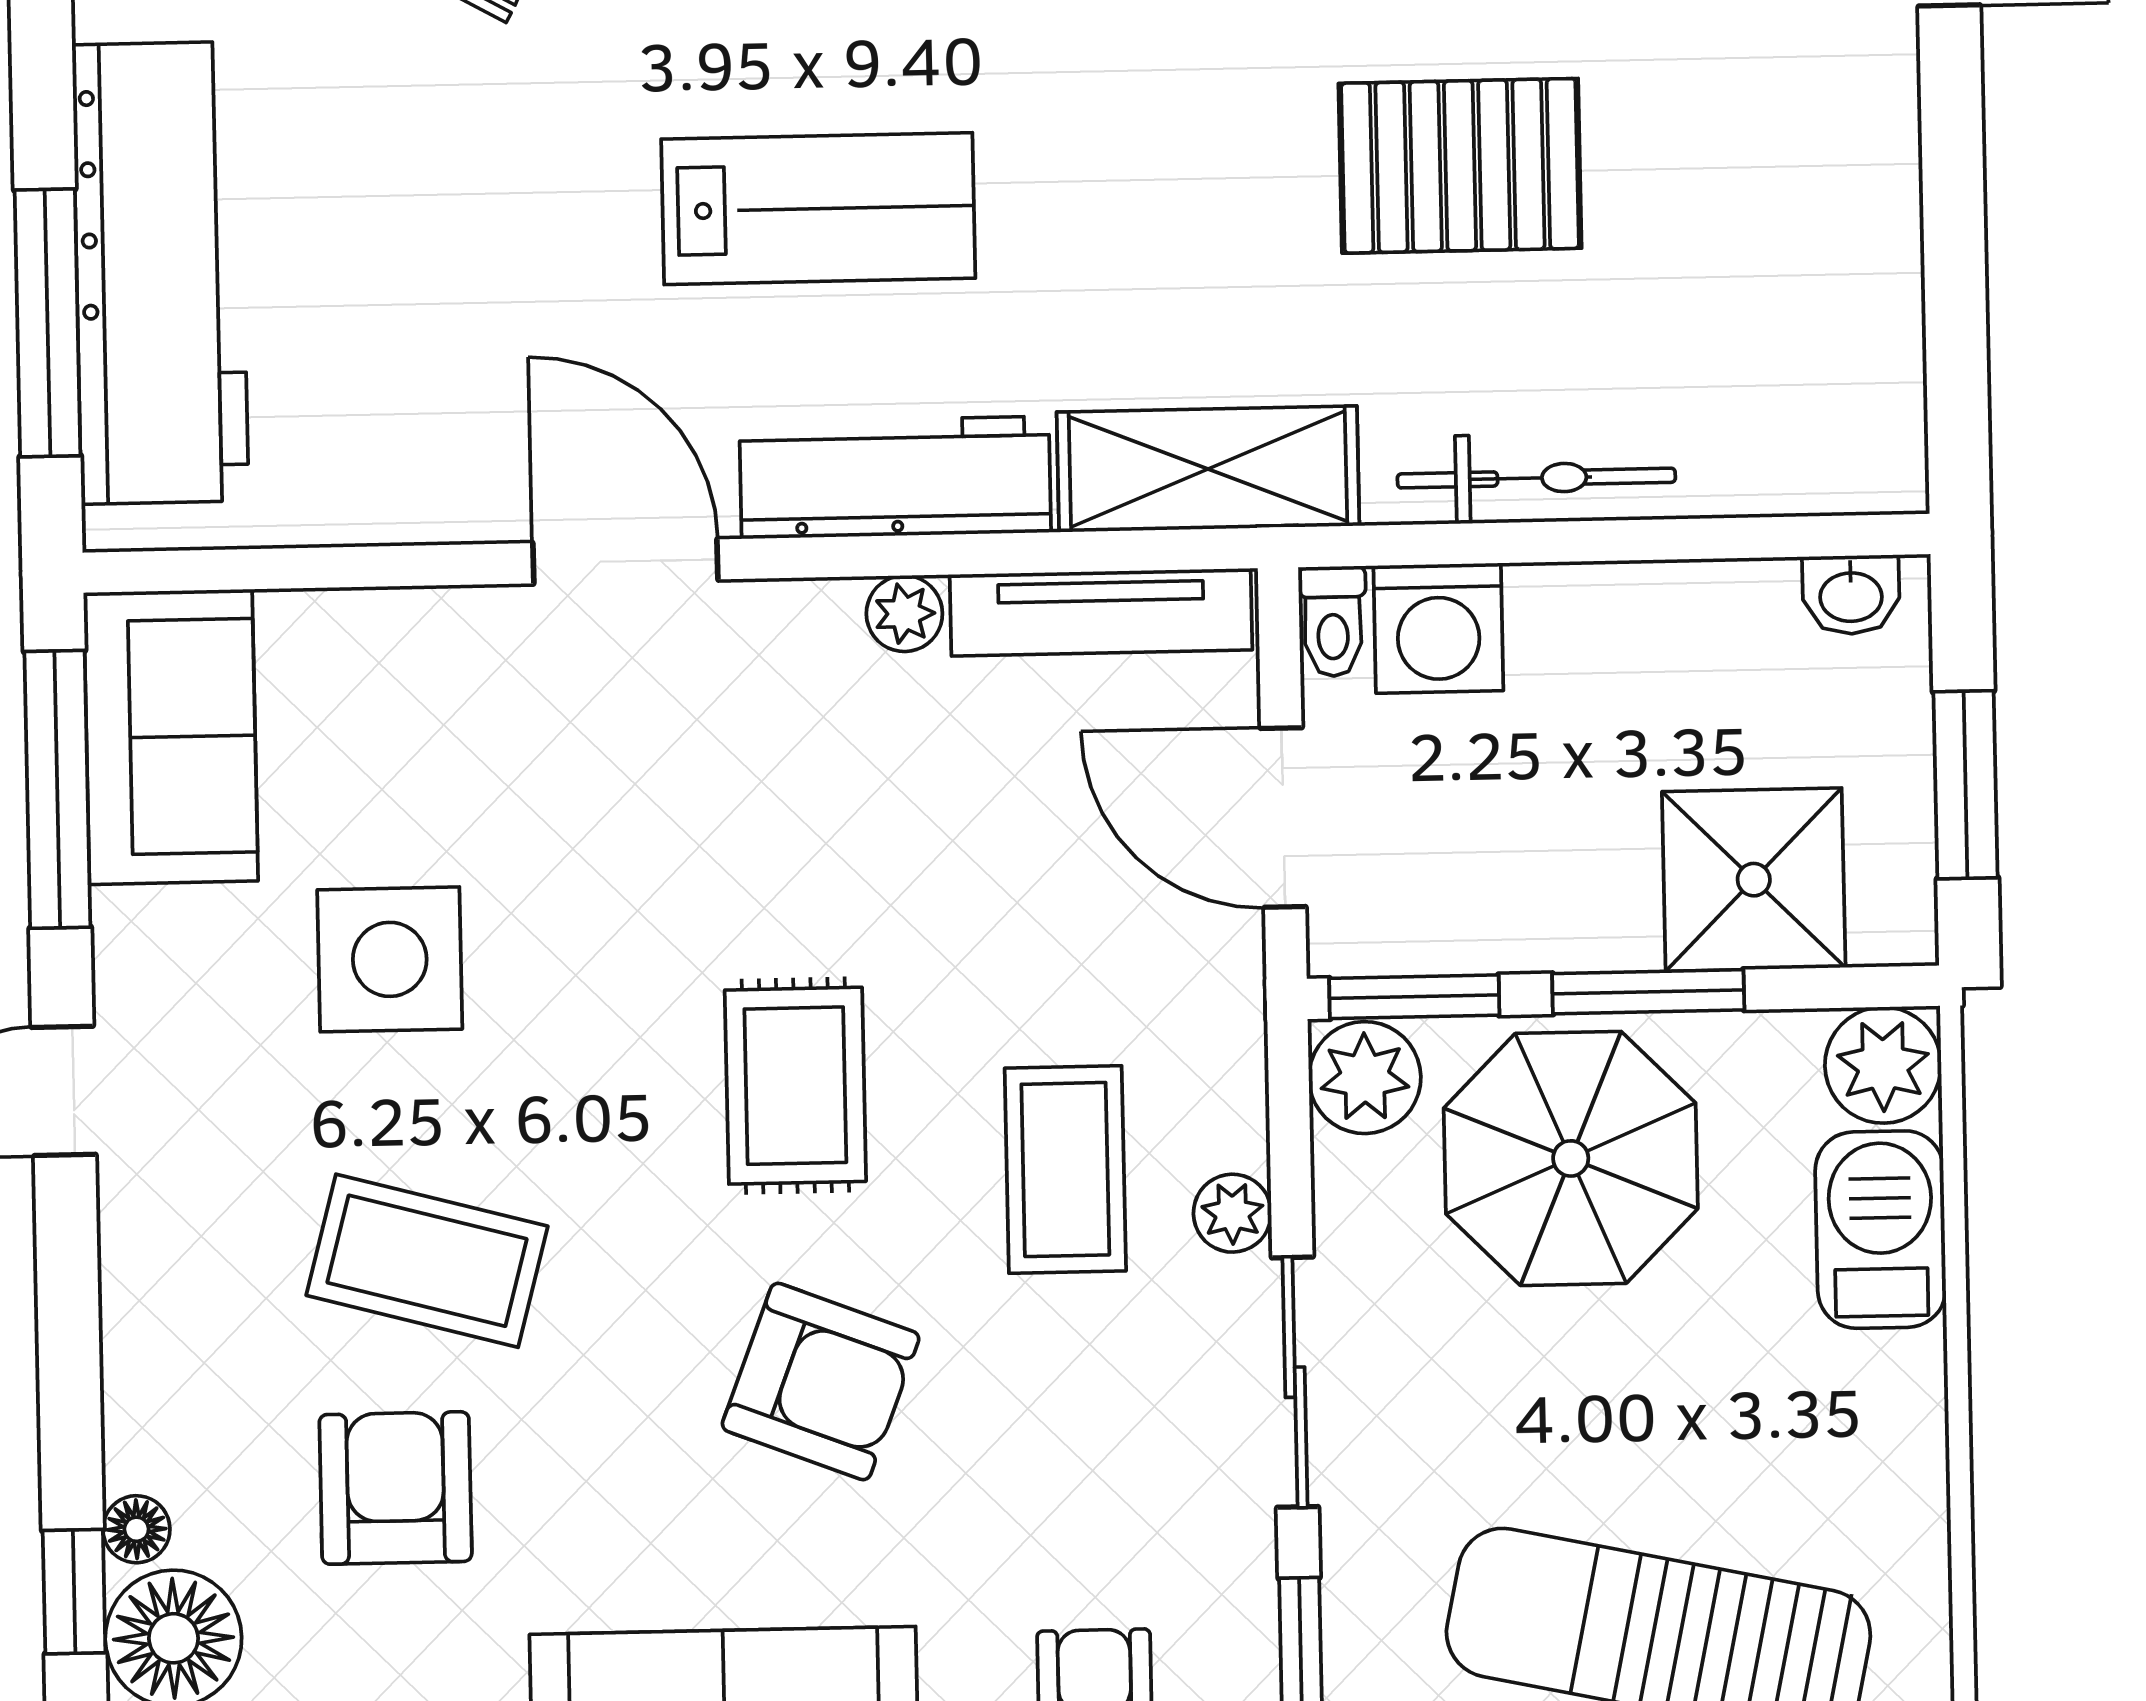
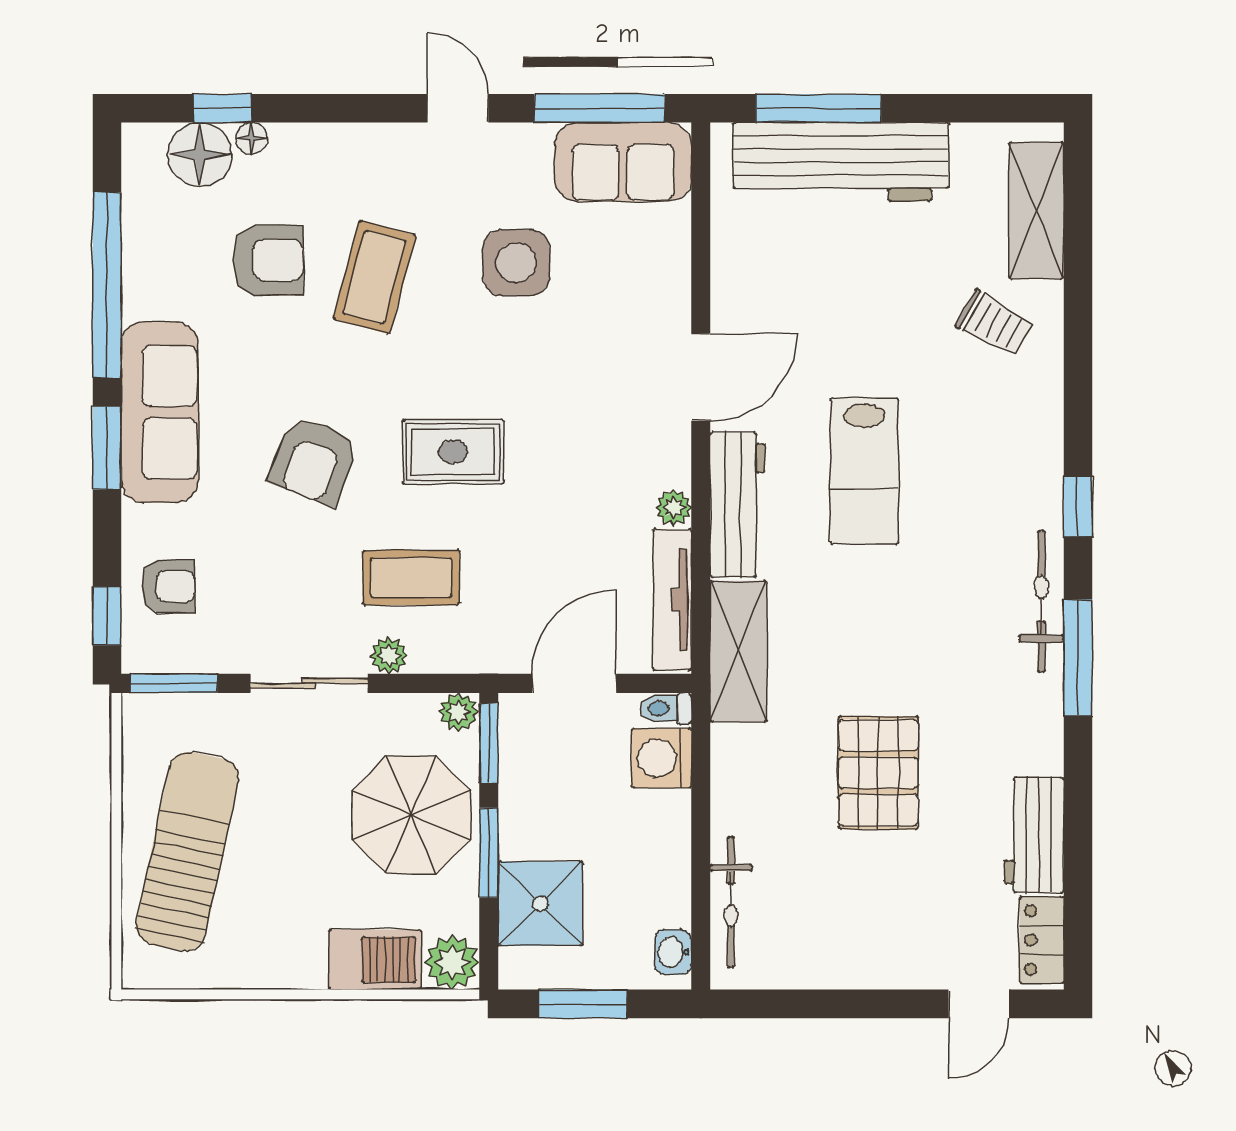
bicycle: (1536, 478) -> (731, 902), moved
plant: (1365, 1078) -> (458, 712), width x0.73, depth x0.73

